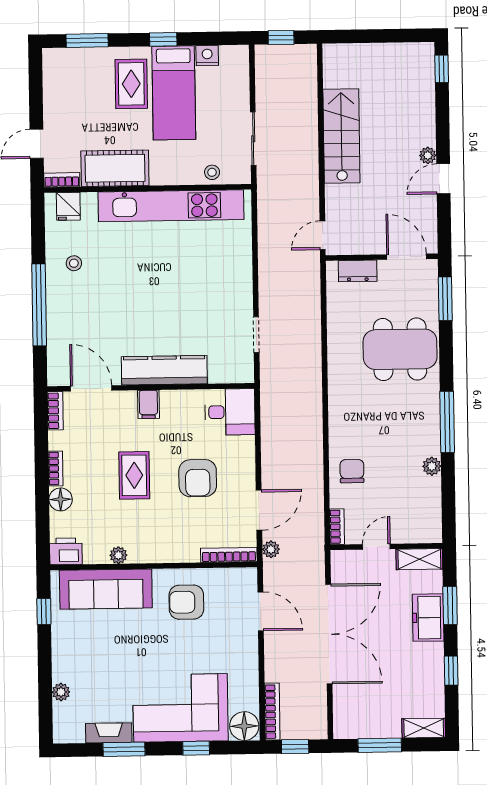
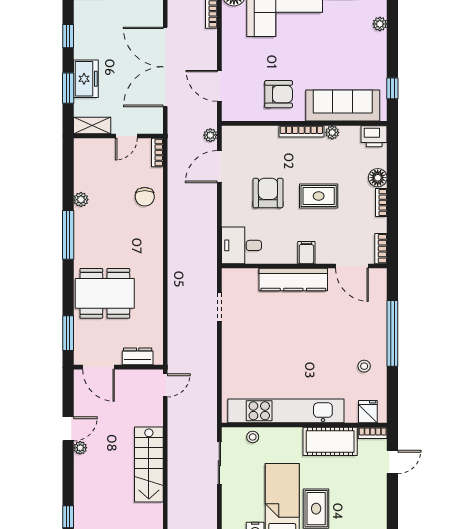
rug: (134, 475) -> (319, 196), turned 90
bookcase: (229, 555) -> (301, 131), moved

